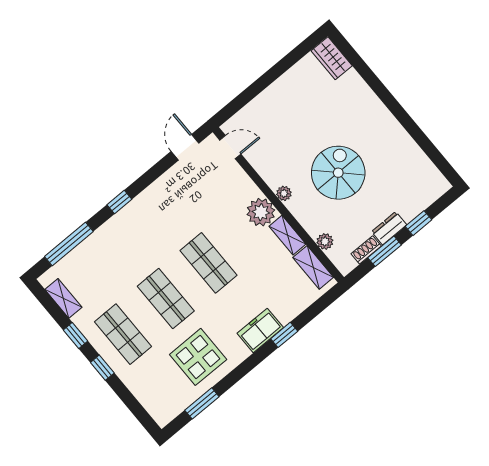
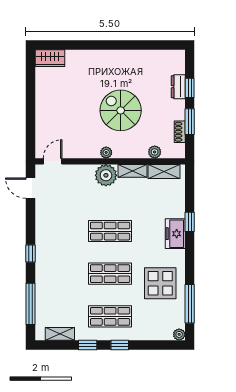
dresser: (389, 228) -> (178, 87), moved
window: (202, 403) -> (190, 304), width x1.44
plant: (162, 419) -> (179, 334), added

